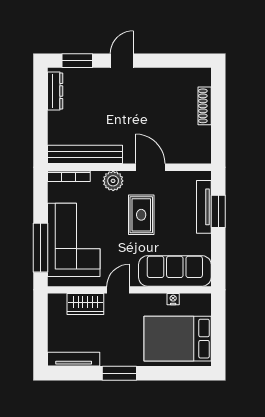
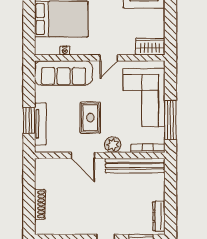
window: (40, 248) -> (170, 120), moved
wardrobe: (85, 304) -> (150, 47), moved

